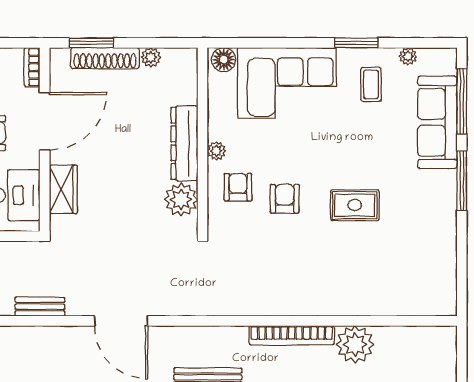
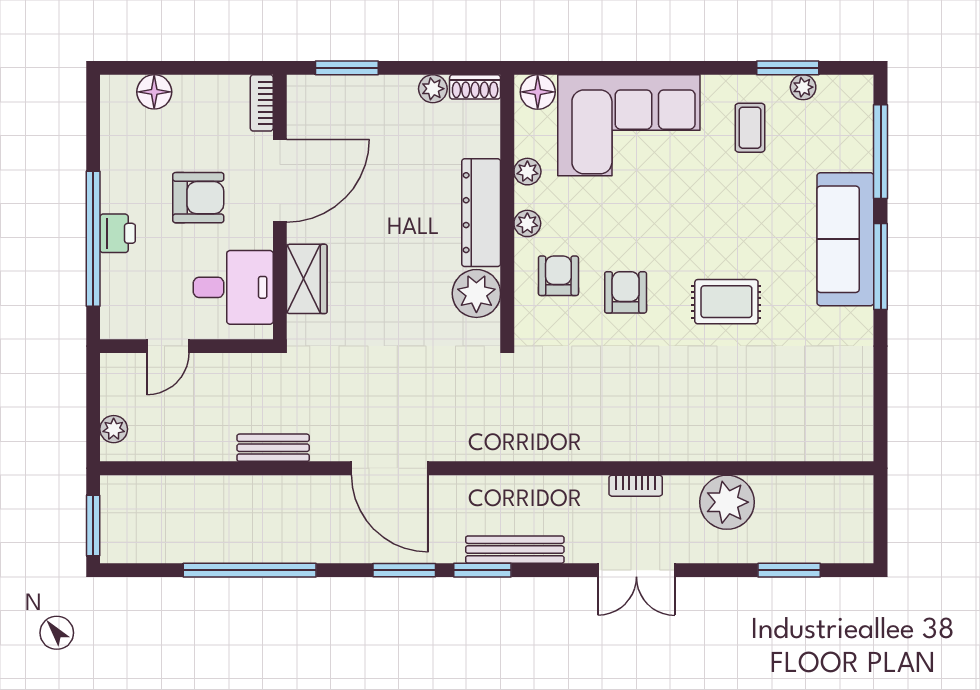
window: (356, 43) -> (788, 68), moved
shoe rack: (105, 58) -> (475, 87), moved, width x0.51, depth x0.81
plant: (216, 115) -> (527, 172), added
sofa: (437, 122) -> (845, 239), moved
bookcase: (292, 335) -> (636, 486), width x0.43, depth x0.76

